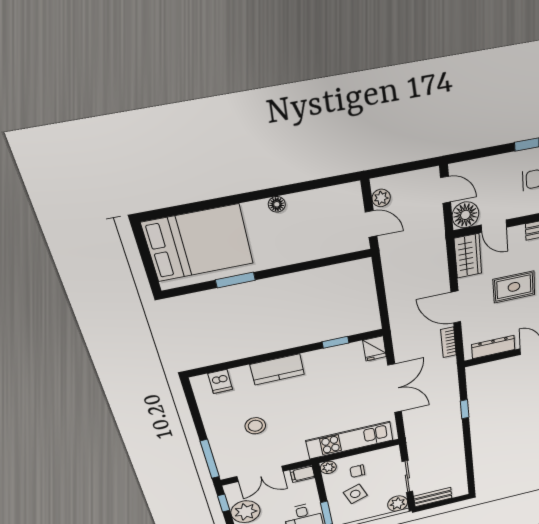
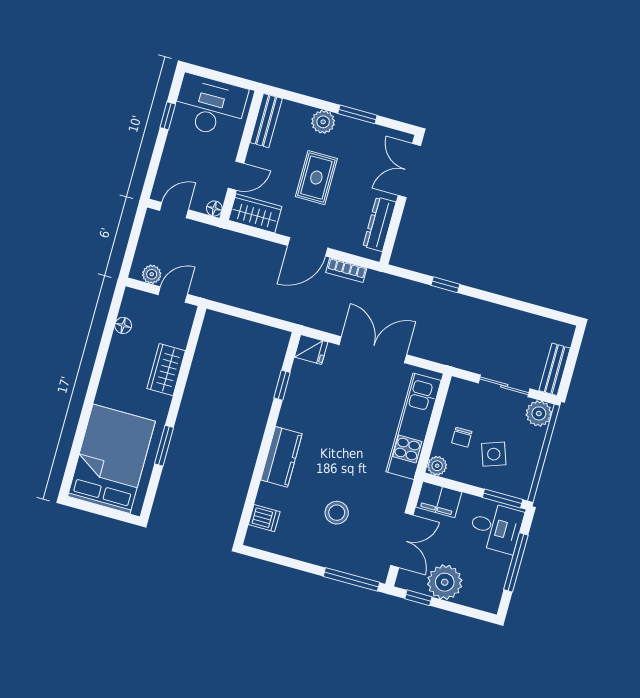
floor lamp: (277, 204) -> (123, 325), moved
floor lamp: (465, 215) -> (214, 208), width x0.53, depth x0.53
wardrobe: (303, 250) -> (166, 370), added
filing cabinet: (302, 474) -> (439, 500), width x2.00

